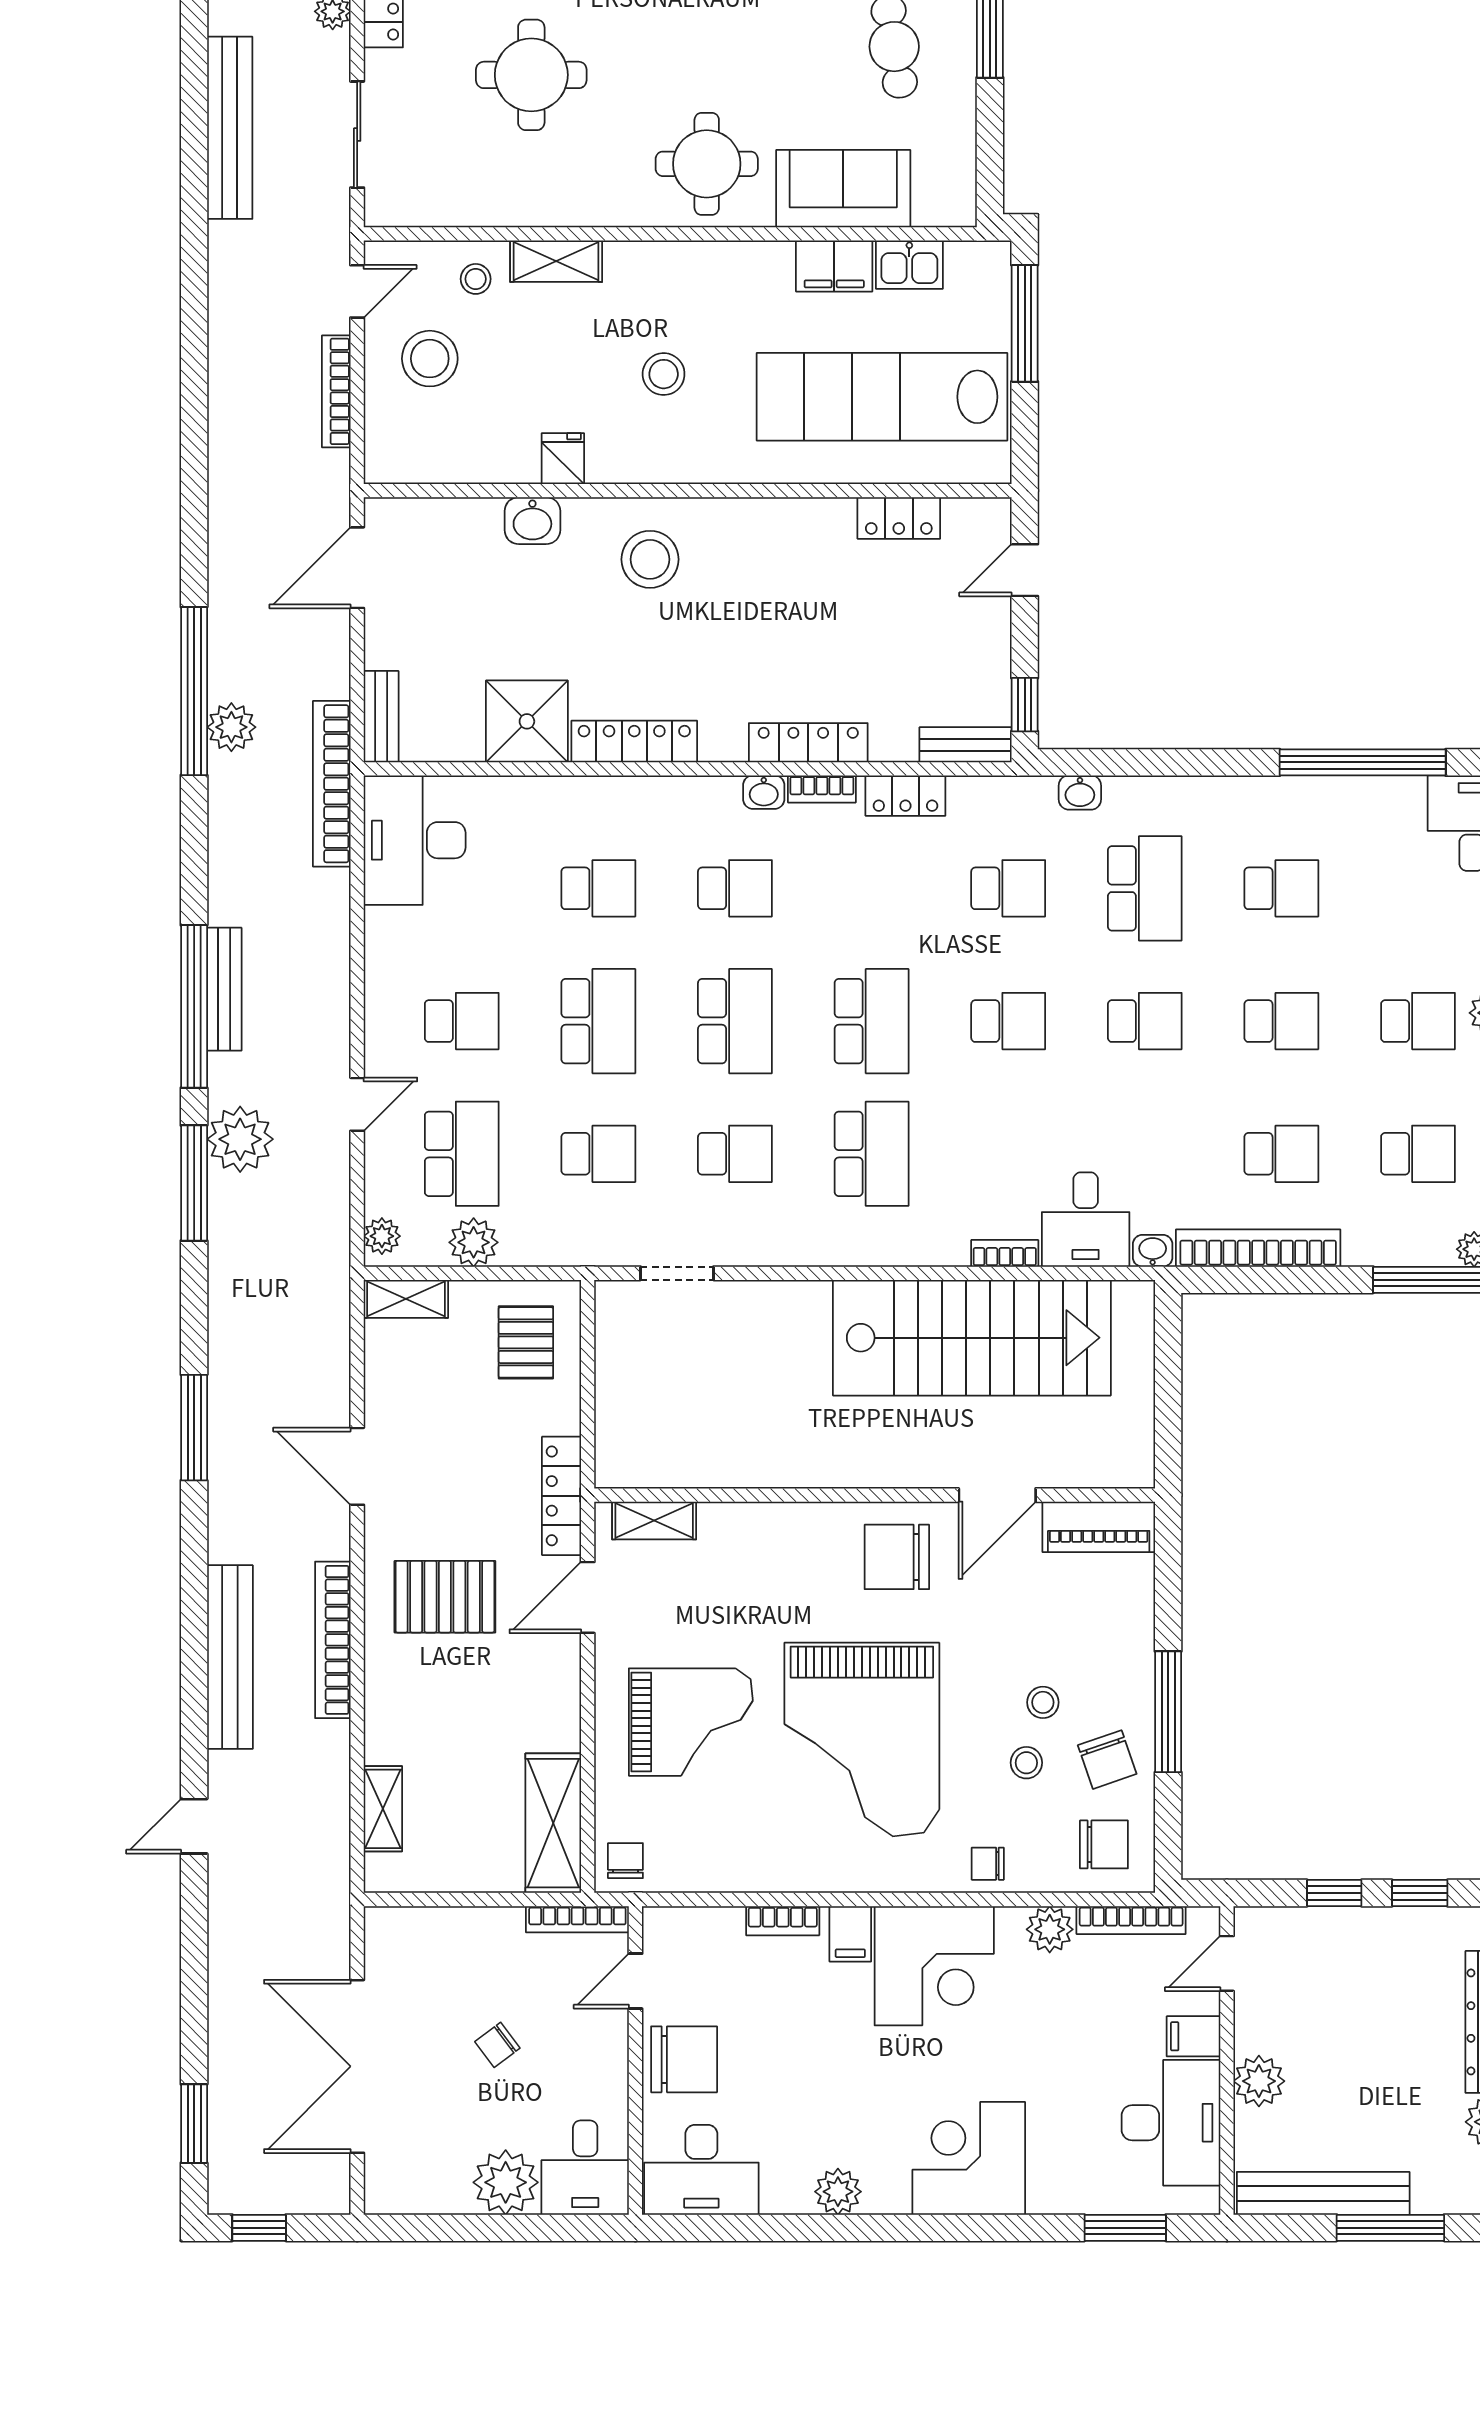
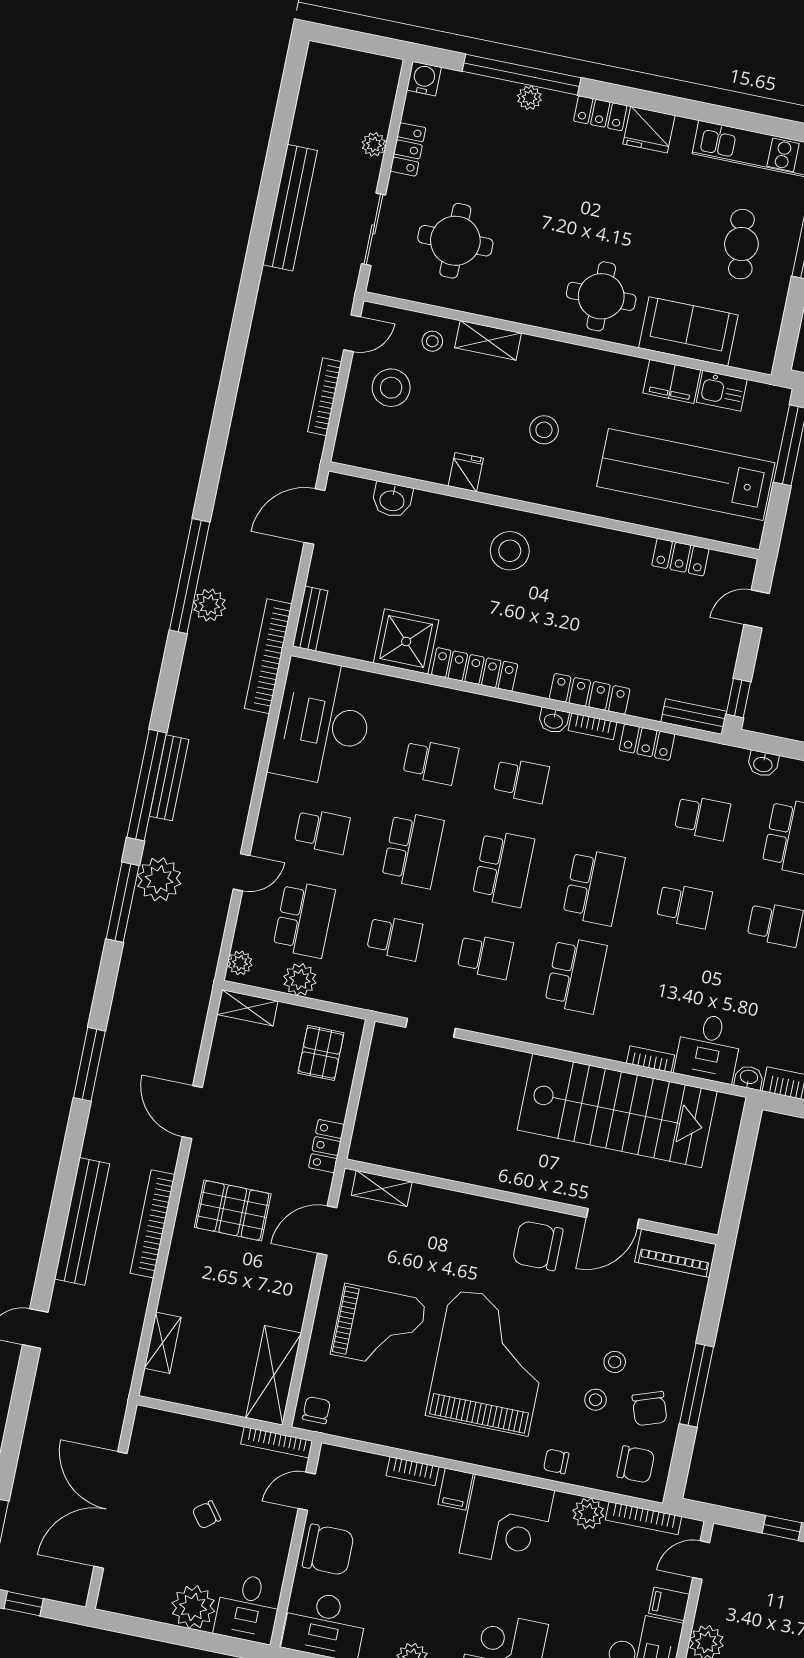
round table: (531, 75) -> (455, 241), moved
washbasin: (532, 521) -> (392, 500), moved
desk: (415, 840) -> (322, 723), width x1.36, depth x1.30
locker: (562, 1496) -> (326, 1146), width x0.66
grand piano: (862, 1740) -> (490, 1362), turned 180

